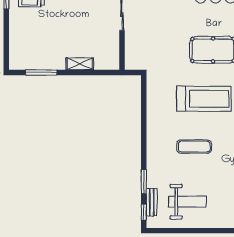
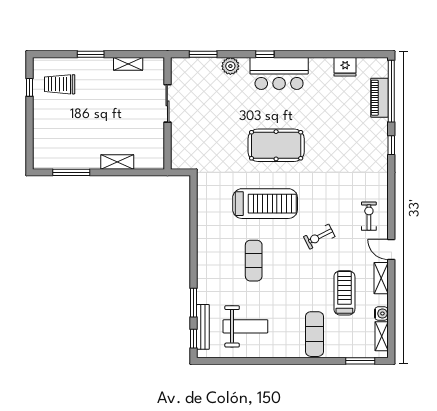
exercise mat: (194, 147) -> (254, 261), turned 90
bench: (152, 202) -> (203, 327), width x1.36

